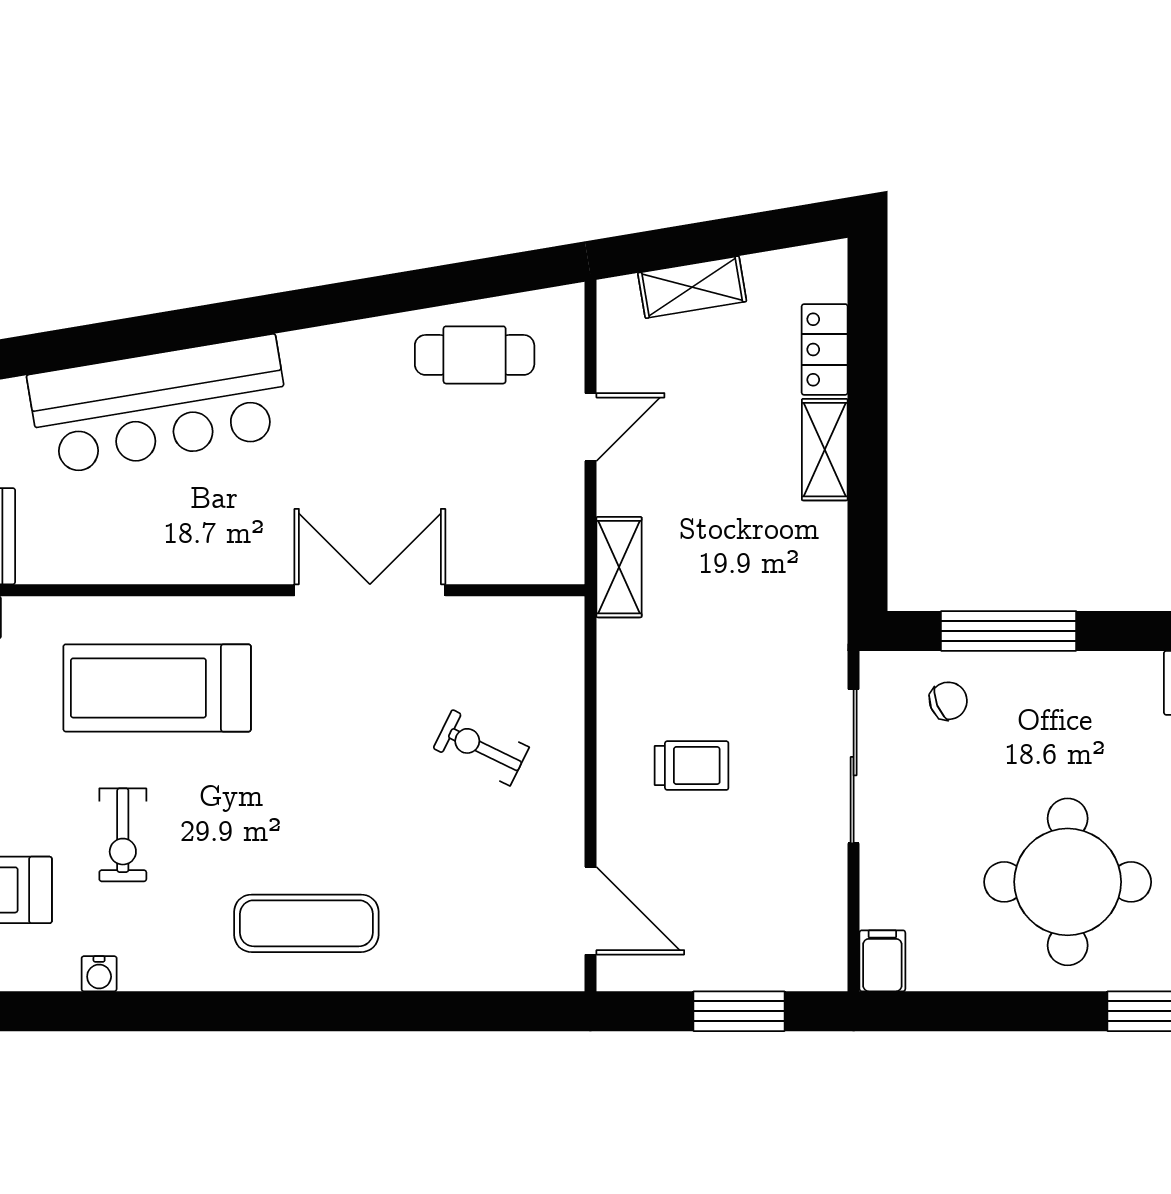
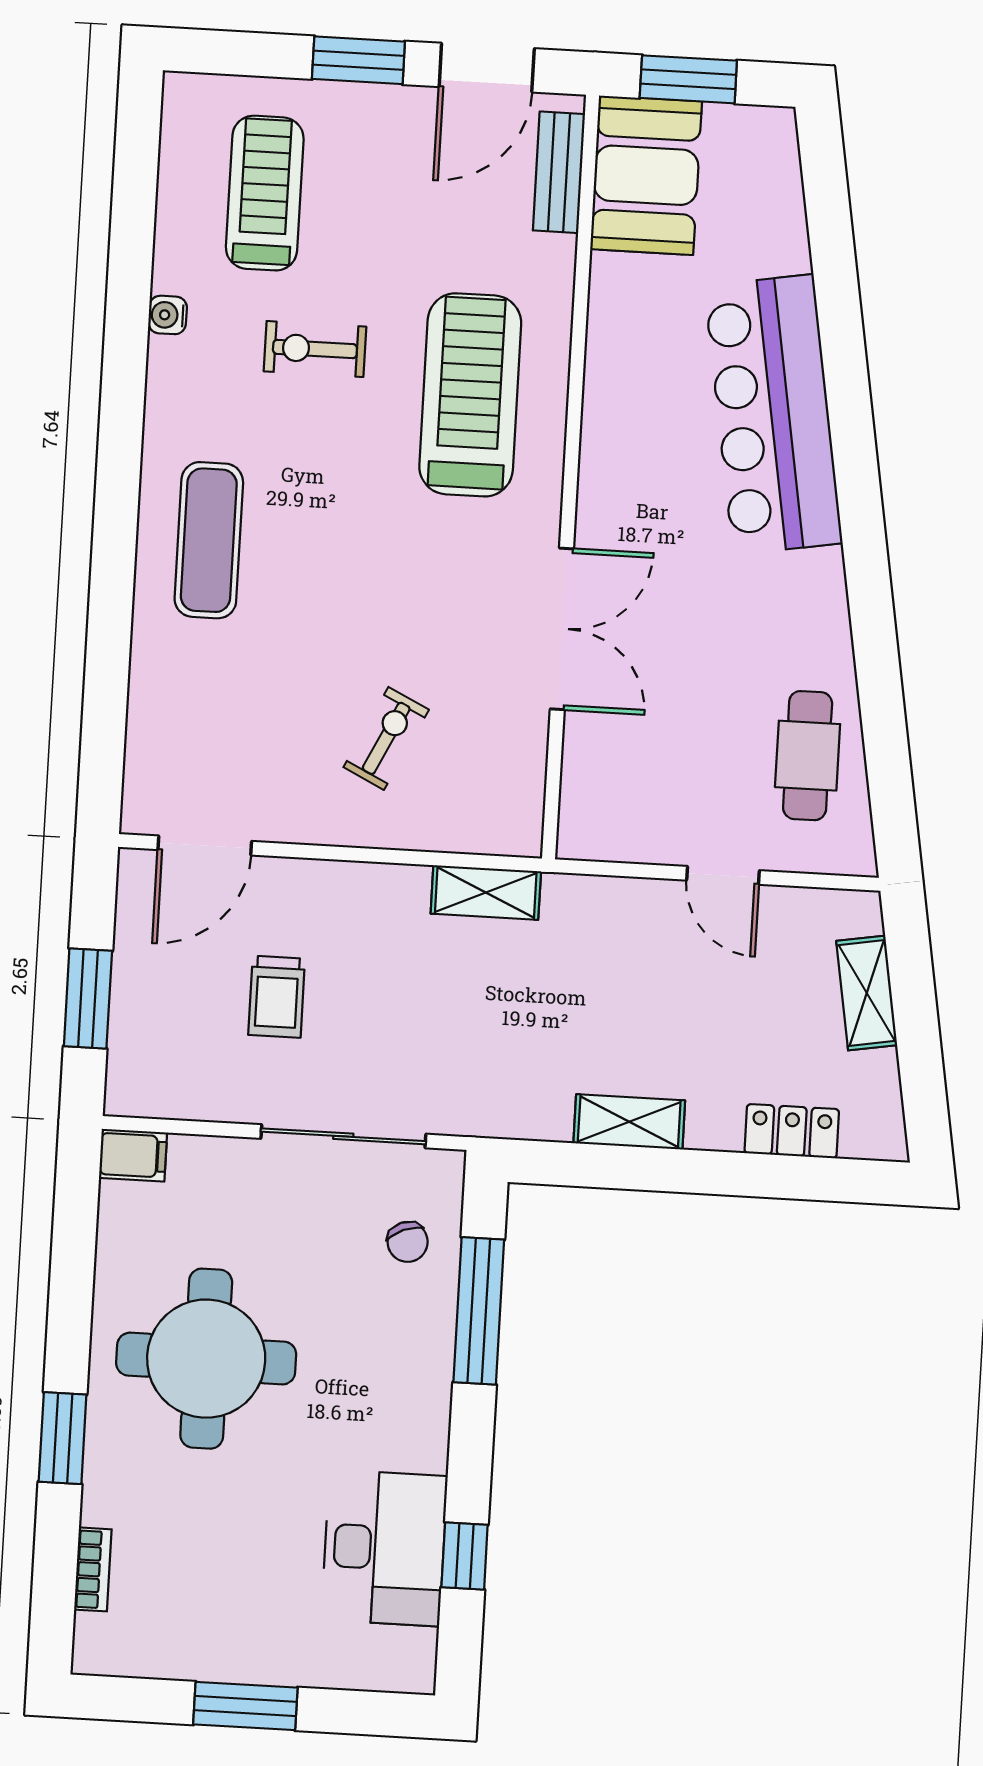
shelving: (825, 450) -> (629, 1122), moved
shelving: (619, 567) -> (486, 892), moved
trolley: (692, 766) -> (277, 997), moved

